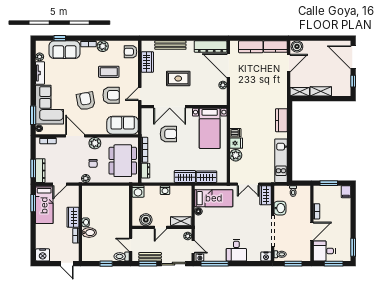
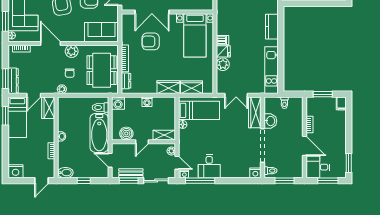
armchair: (168, 134) -> (151, 41), turned 180
wardrobe: (265, 195) -> (255, 112), width x1.50
wardrobe: (73, 217) -> (48, 108), moved
bathtub: (121, 219) -> (99, 133), added
door: (312, 231) -> (305, 146), hinge flipped
bidet: (89, 233) -> (65, 173), moved
desk: (236, 250) -> (209, 166), moved
toilet: (122, 256) -> (100, 107), moved
door: (67, 264) -> (41, 181), hinge flipped

